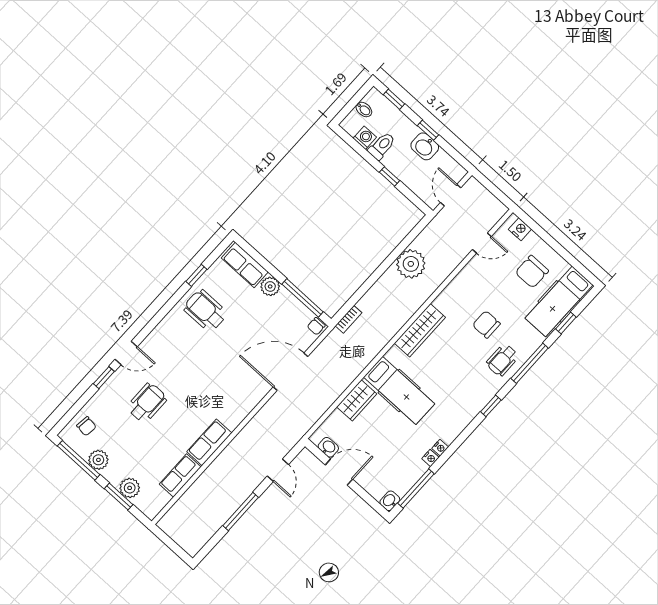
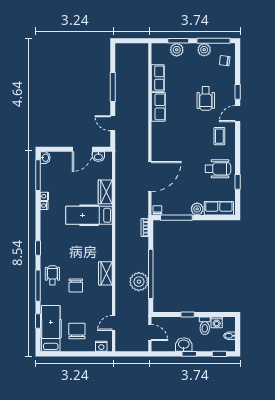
window: (389, 260) -> (151, 274), added
chair: (486, 324) -> (76, 285), turned 90
wardrobe: (420, 330) -> (105, 273), moved, width x0.67
coffee table: (170, 346) -> (219, 136), added

